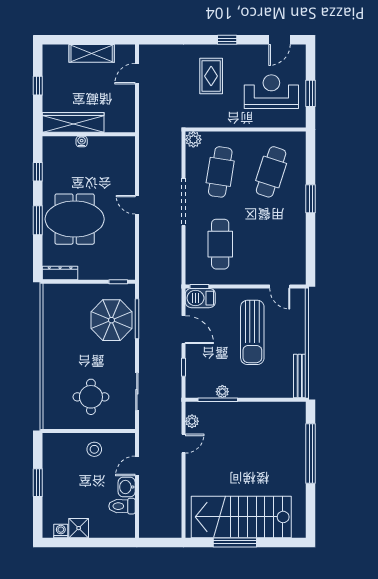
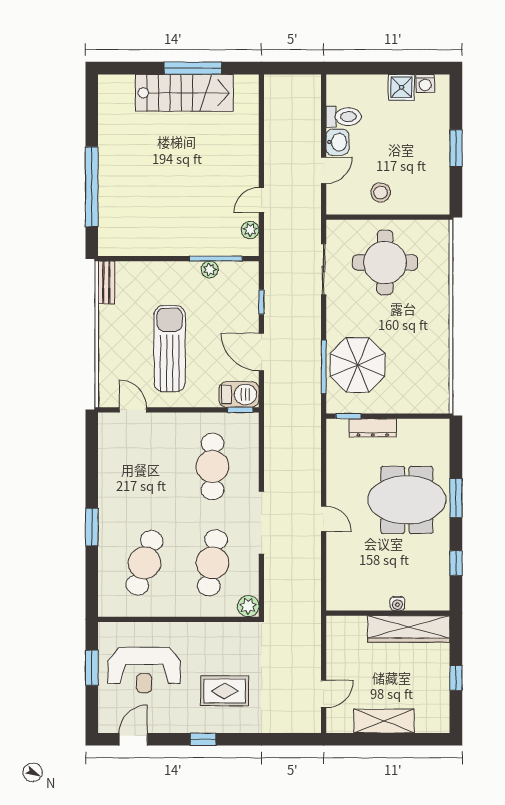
rug: (211, 76) -> (225, 691), turned 90
dresser: (60, 273) -> (373, 428), moved
bench: (300, 376) -> (106, 283), width x0.73
round table: (91, 397) -> (385, 263), width x1.36, depth x1.36
stairs: (241, 517) -> (184, 93), width x0.73, depth x0.66

